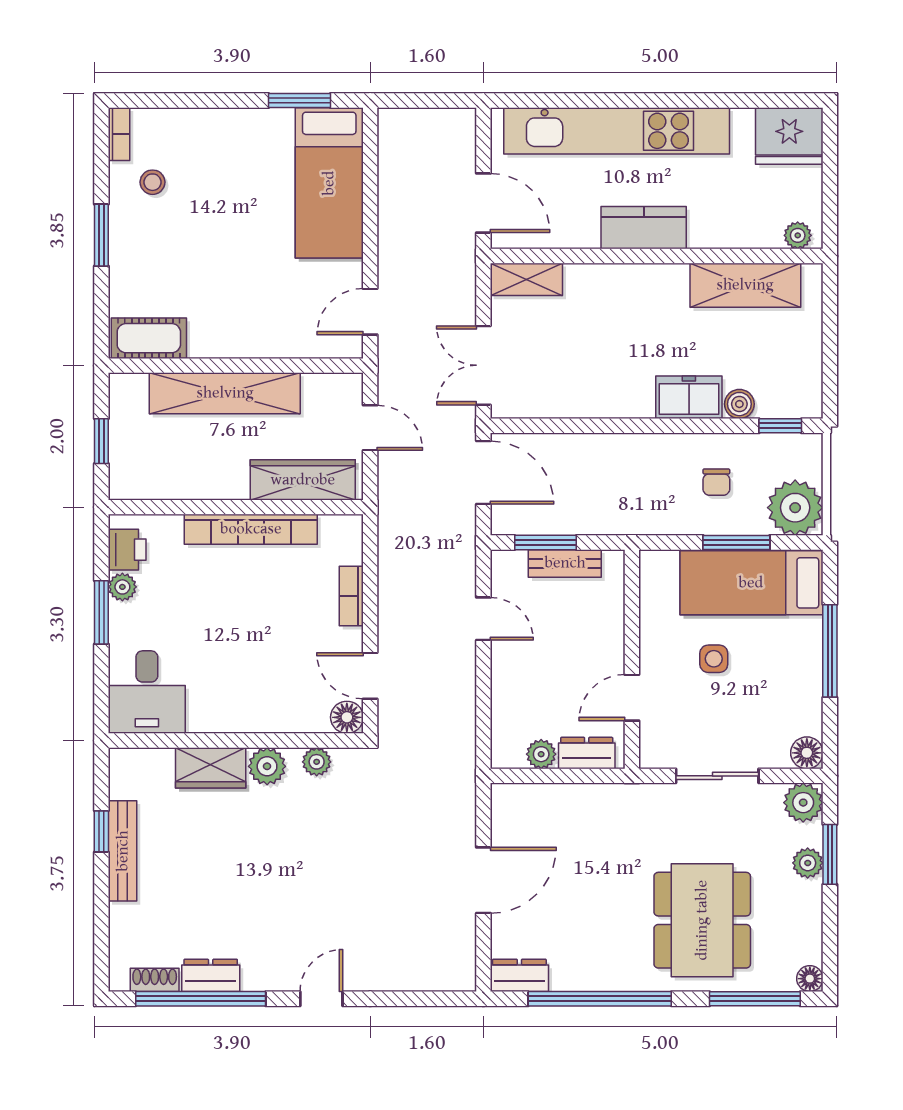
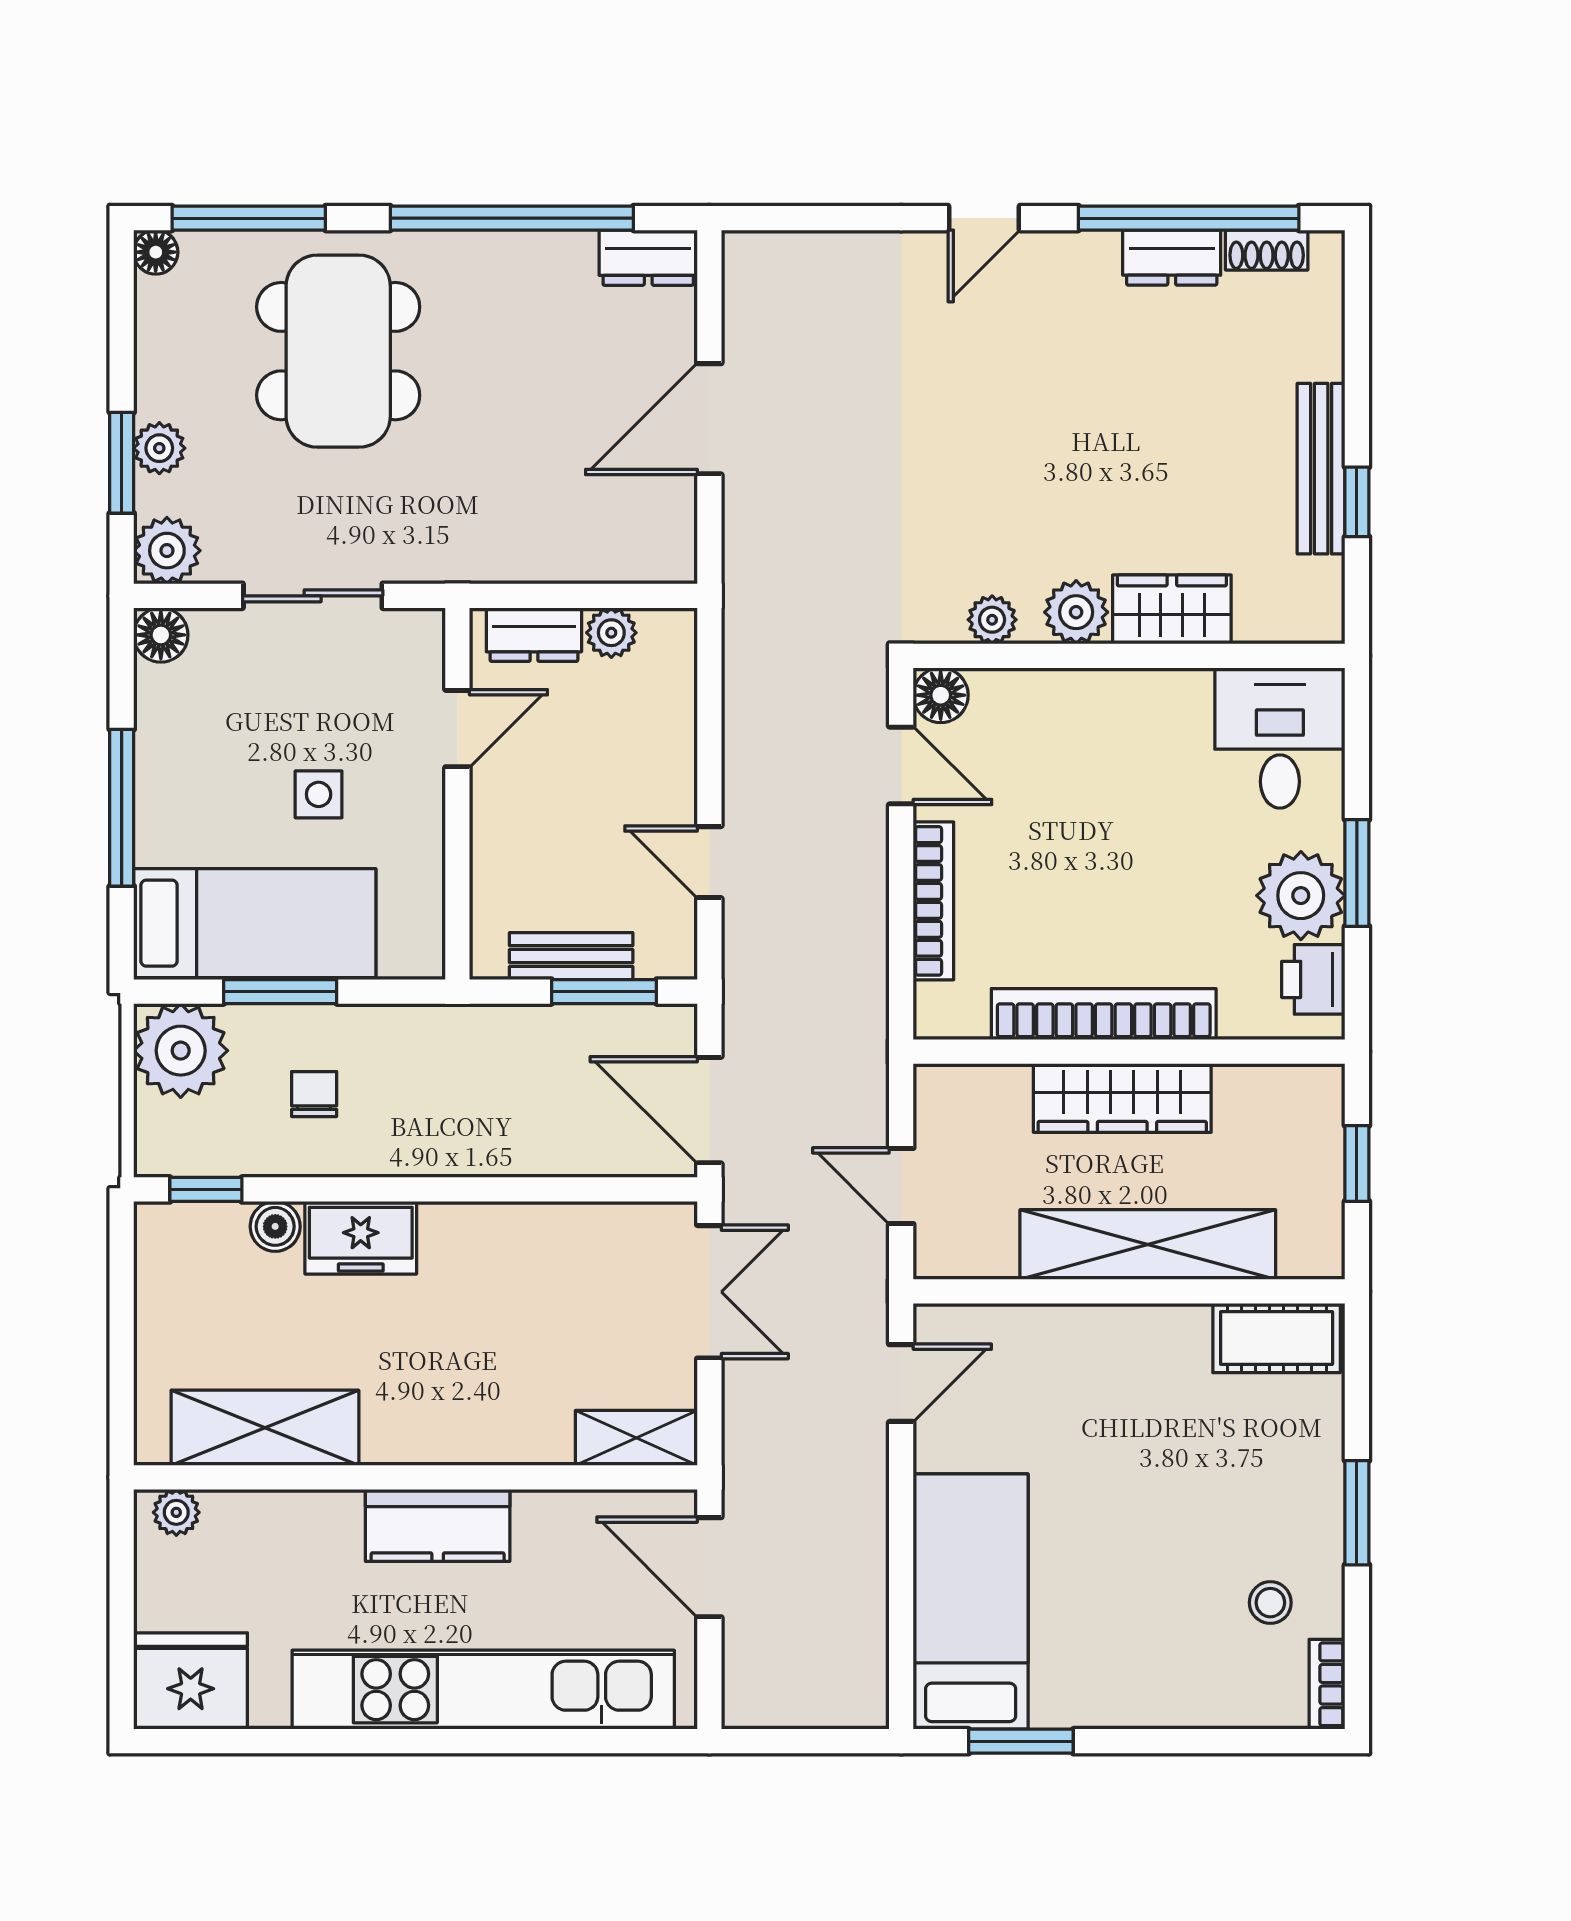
wardrobe: (303, 480) -> (1122, 1098), moved
plant: (122, 587) -> (1301, 896), width x1.88, depth x1.88
bookcase: (351, 596) -> (933, 901), width x1.56

